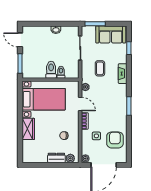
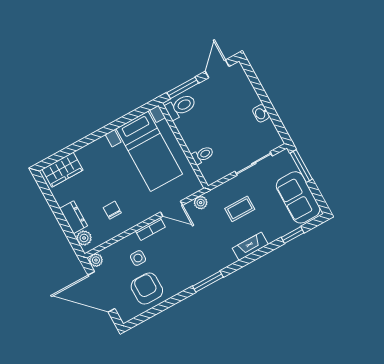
toilet: (51, 70) -> (181, 107), moved
door: (80, 104) -> (172, 209), hinge flipped
wardrobe: (28, 129) -> (63, 170), moved
armchair: (115, 140) -> (147, 289), turned -90

